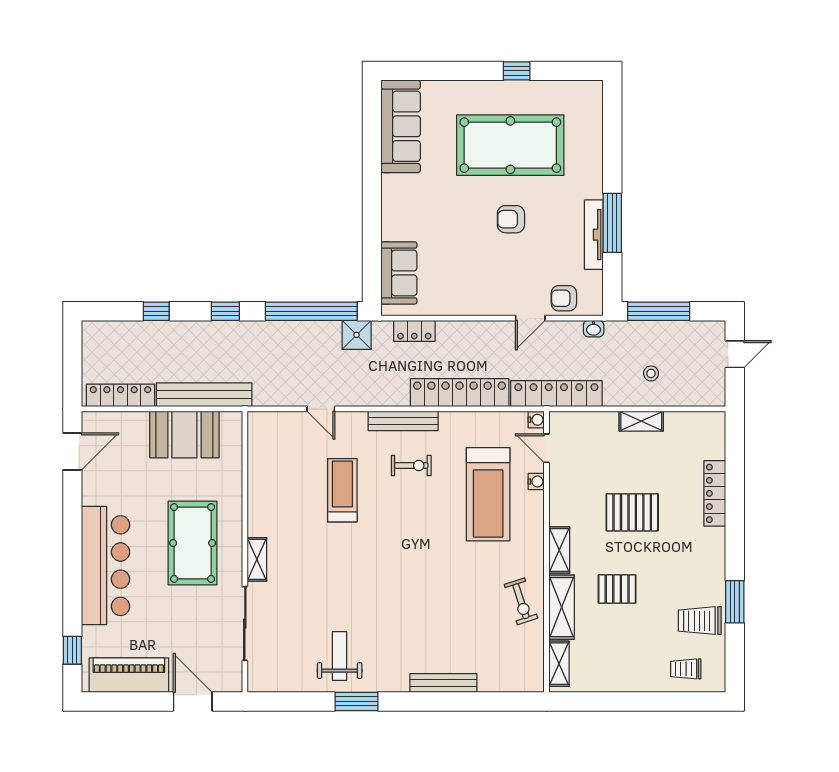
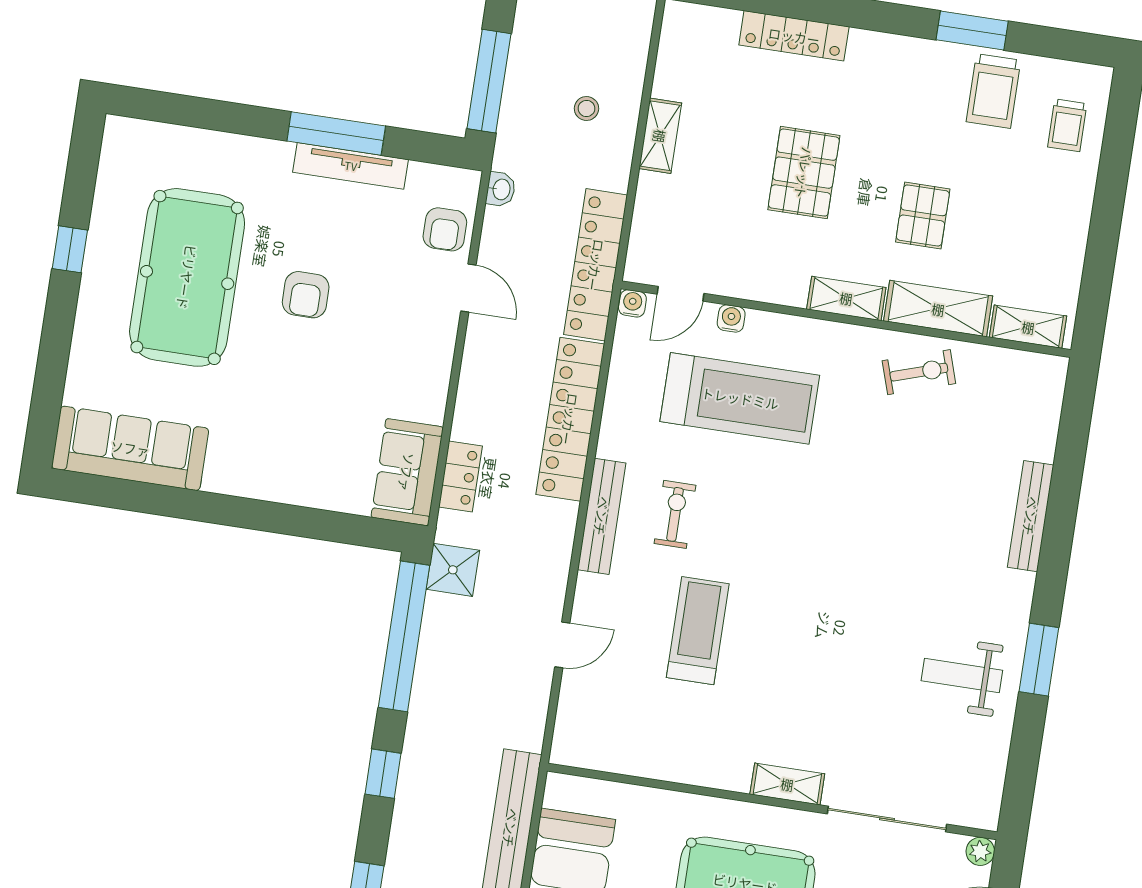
sofa: (399, 273) -> (407, 472), moved, turned -90
treadmill: (342, 490) -> (698, 631), turned 90
plant: (234, 684) -> (980, 851), added

